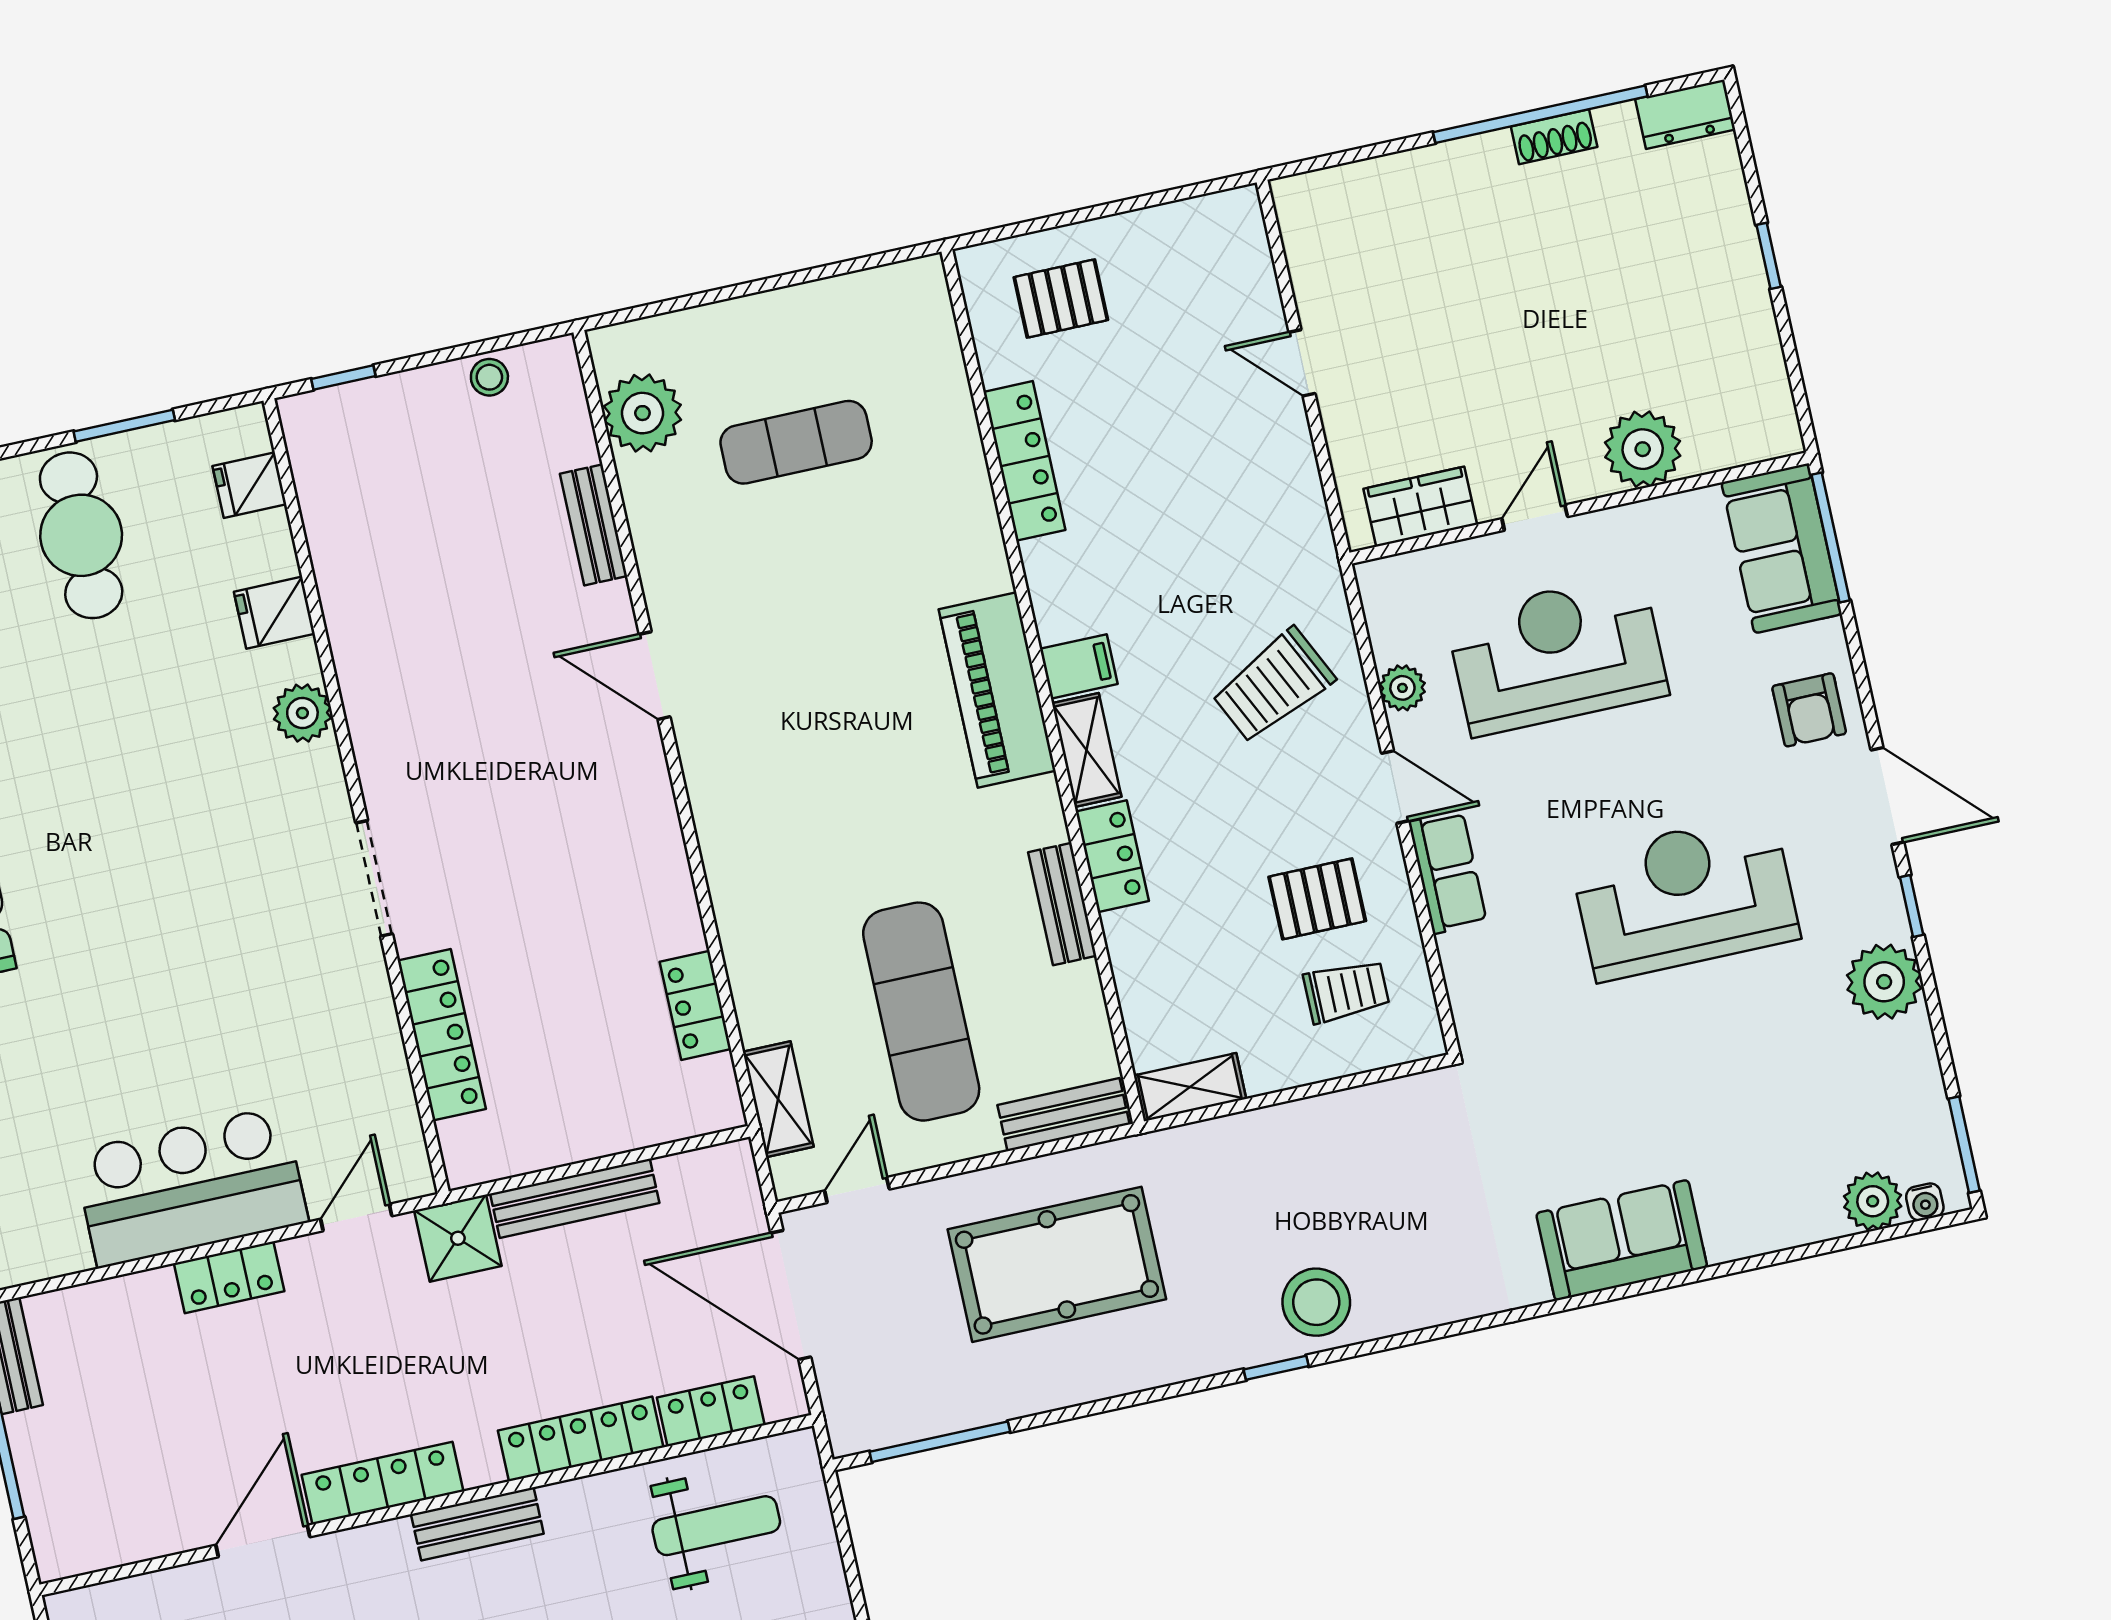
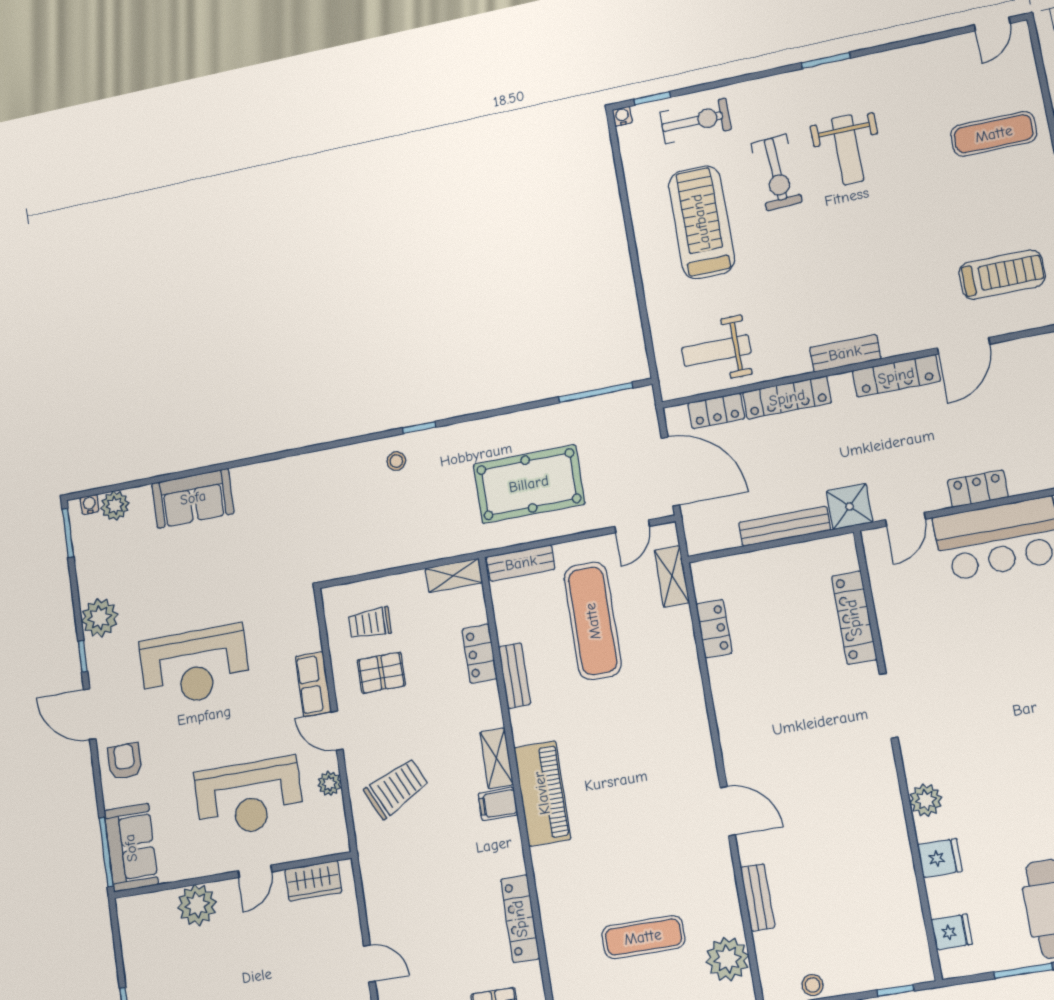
locker: (1112, 856) -> (480, 654), moved
sofa: (1622, 1240) -> (193, 498), moved
stool: (1316, 1302) -> (396, 461), width x0.53, depth x0.53

